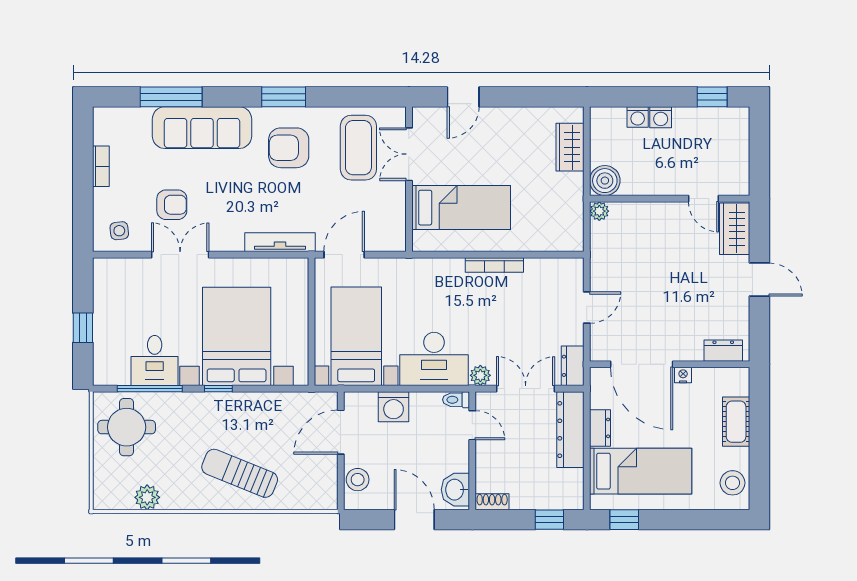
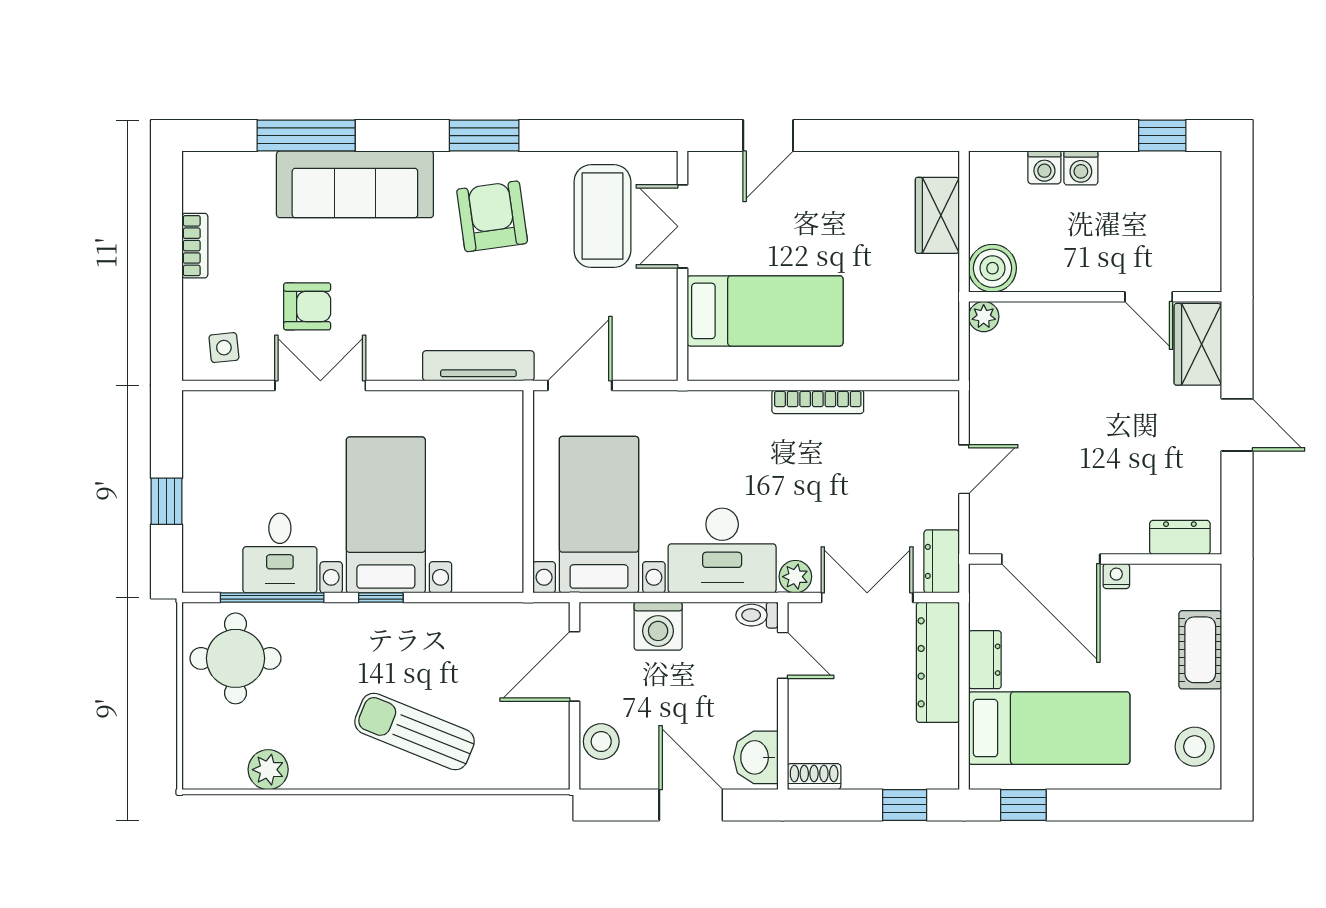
armchair: (289, 148) -> (492, 216), turned 82
bed with nightstands: (237, 336) -> (386, 515), width x0.73

